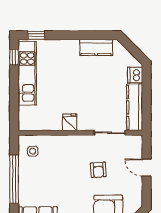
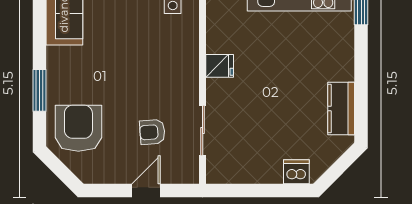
kitchen counter: (135, 107) -> (244, 171), removed
armchair: (98, 170) -> (152, 132), moved

